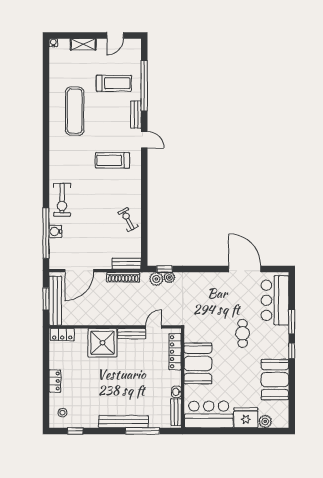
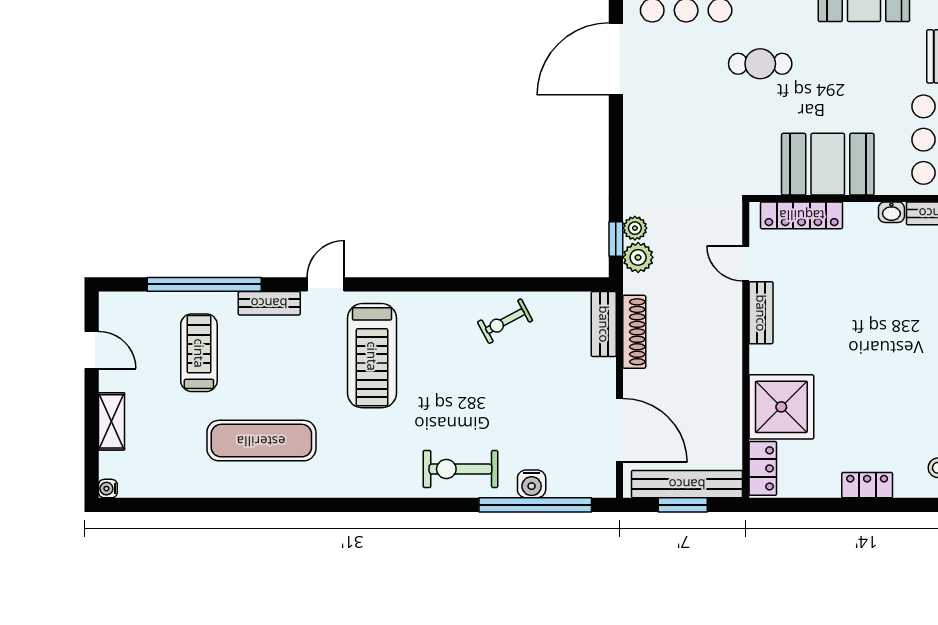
treadmill: (112, 160) -> (372, 356), width x1.37, depth x1.38
exercise bike: (62, 200) -> (460, 469), turned 180
shower: (102, 343) -> (781, 407), moved

